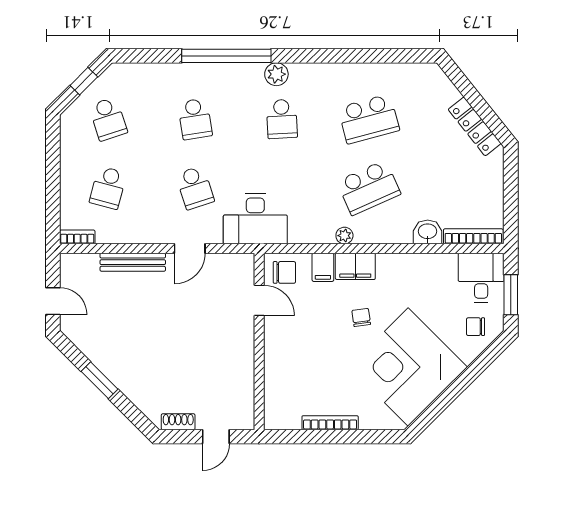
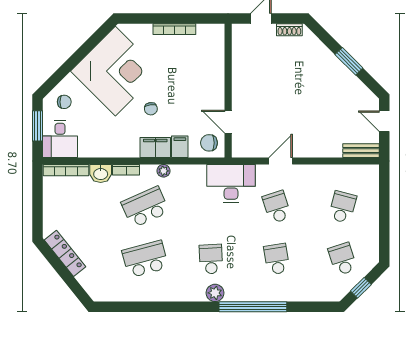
bookcase: (77, 237) -> (126, 170), moved
bench: (133, 262) -> (361, 151), moved, width x0.73

